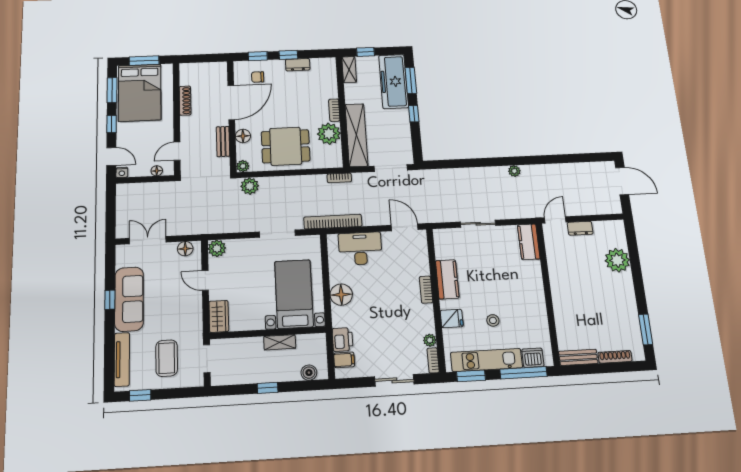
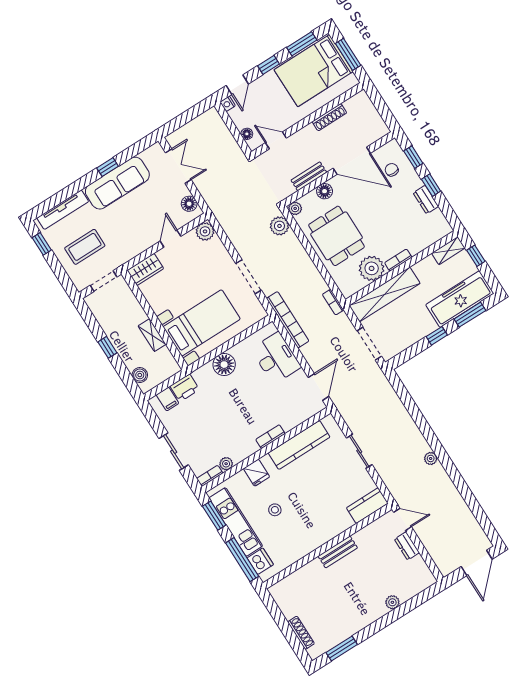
plant: (617, 260) -> (392, 602), width x0.53, depth x0.53
kitchen counter: (447, 279) -> (299, 445), width x1.50
bench: (578, 357) -> (338, 552), moved, turned 90

